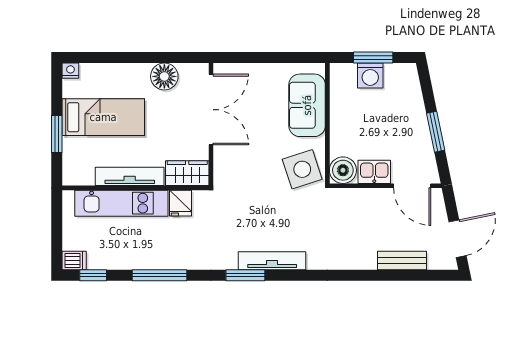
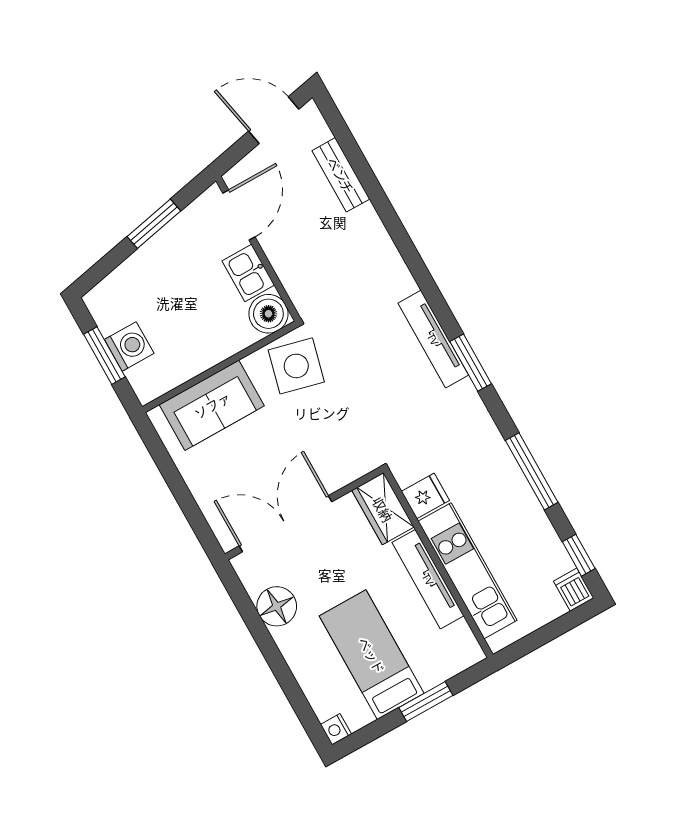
side table: (302, 169) -> (296, 366), turned 32

